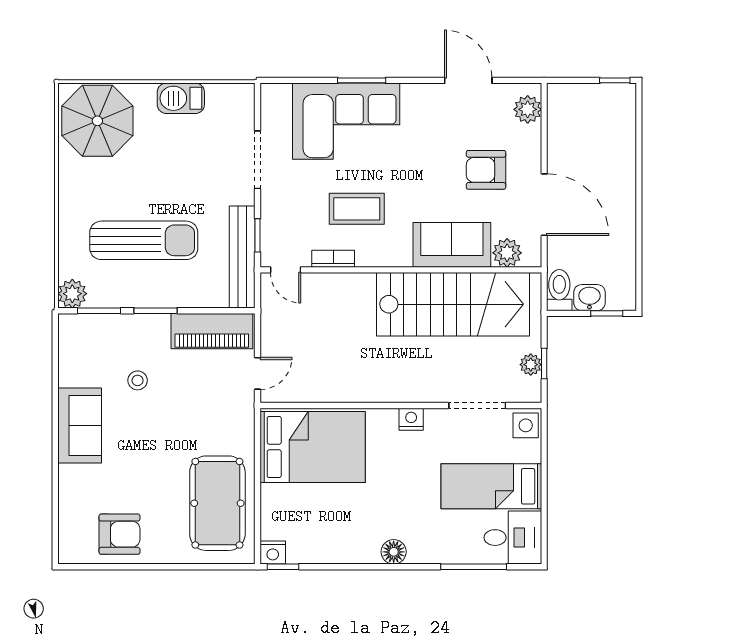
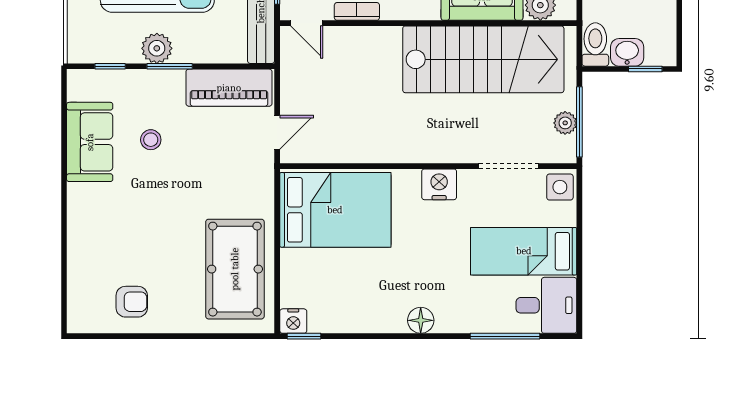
plant: (72, 294) -> (157, 48), moved
window: (99, 311) -> (110, 66), width x0.67
window: (544, 364) -> (579, 122), width x2.17
nightstand: (411, 419) -> (439, 184), width x1.36, depth x1.33
sofa: (80, 426) -> (90, 142), moved
armchair: (119, 534) -> (132, 302), width x0.72, depth x0.72

